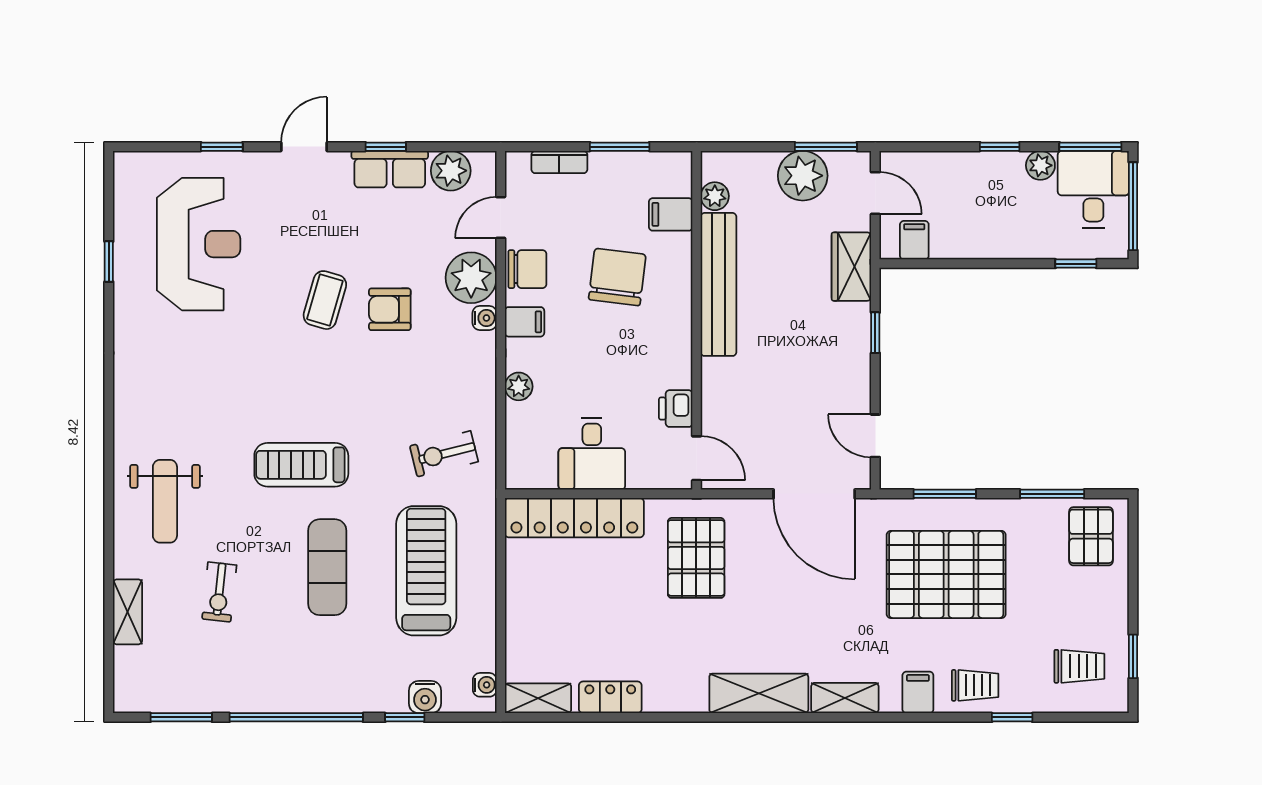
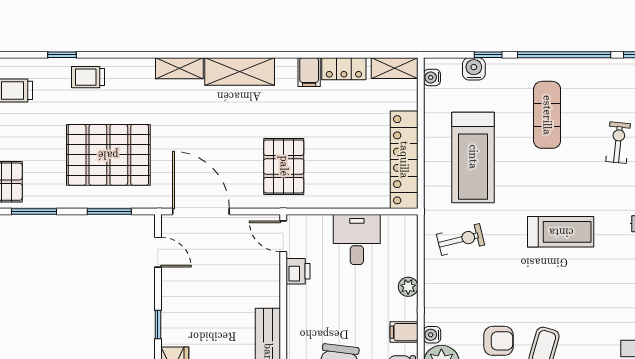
locker: (574, 518) -> (404, 160), moved, turned -90
exercise mat: (327, 567) -> (547, 115), moved
filing cabinet: (918, 692) -> (309, 72), moved

